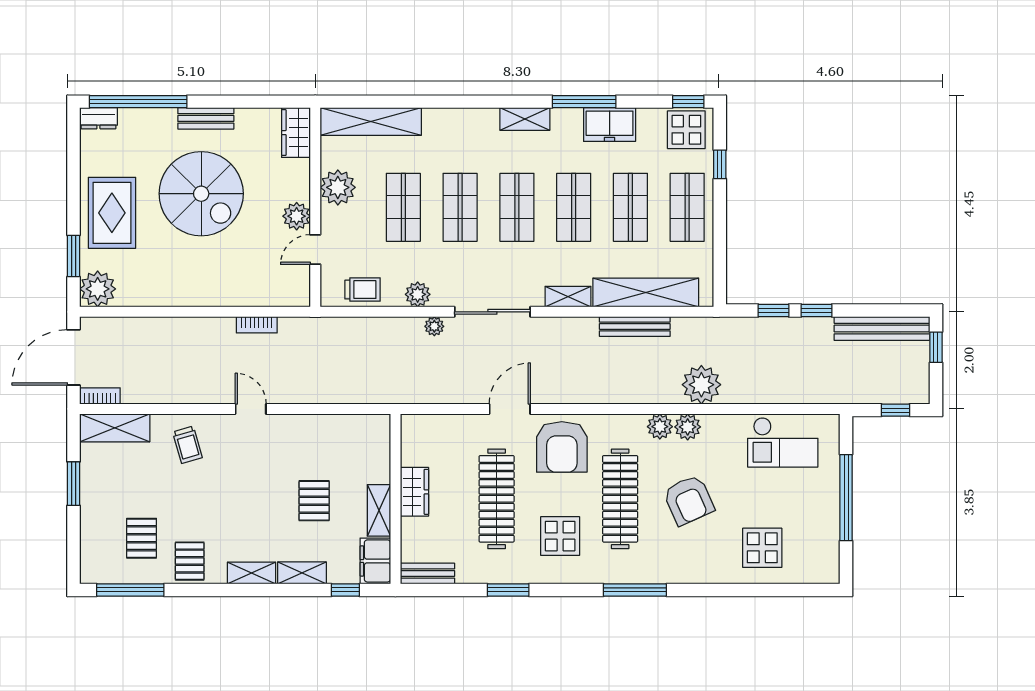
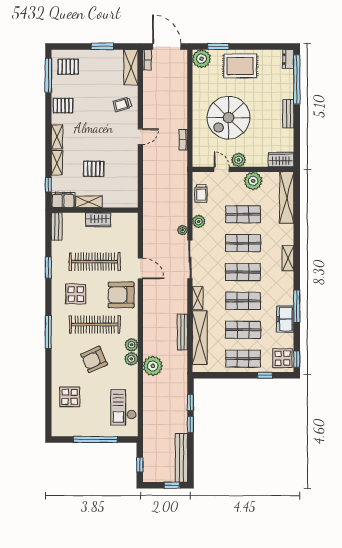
shelving: (525, 119) -> (288, 258), moved
spiral stairs: (201, 194) -> (228, 118), moved
pallet: (142, 538) -> (68, 67), moved

